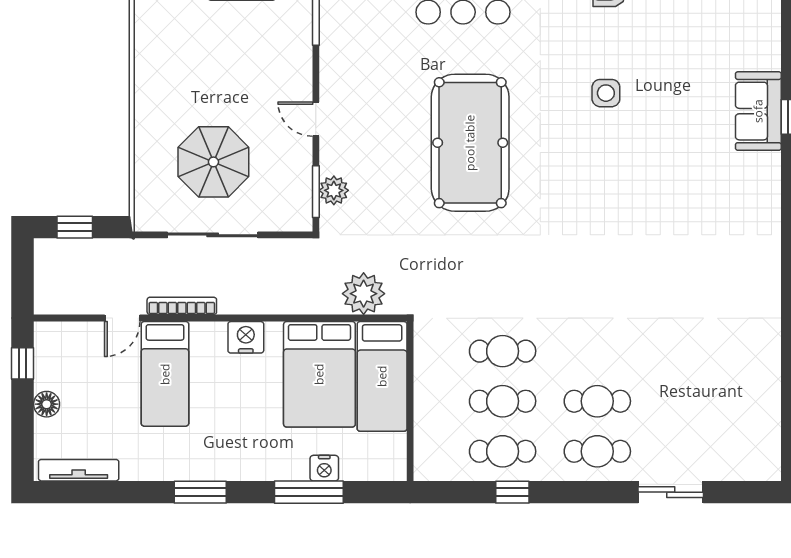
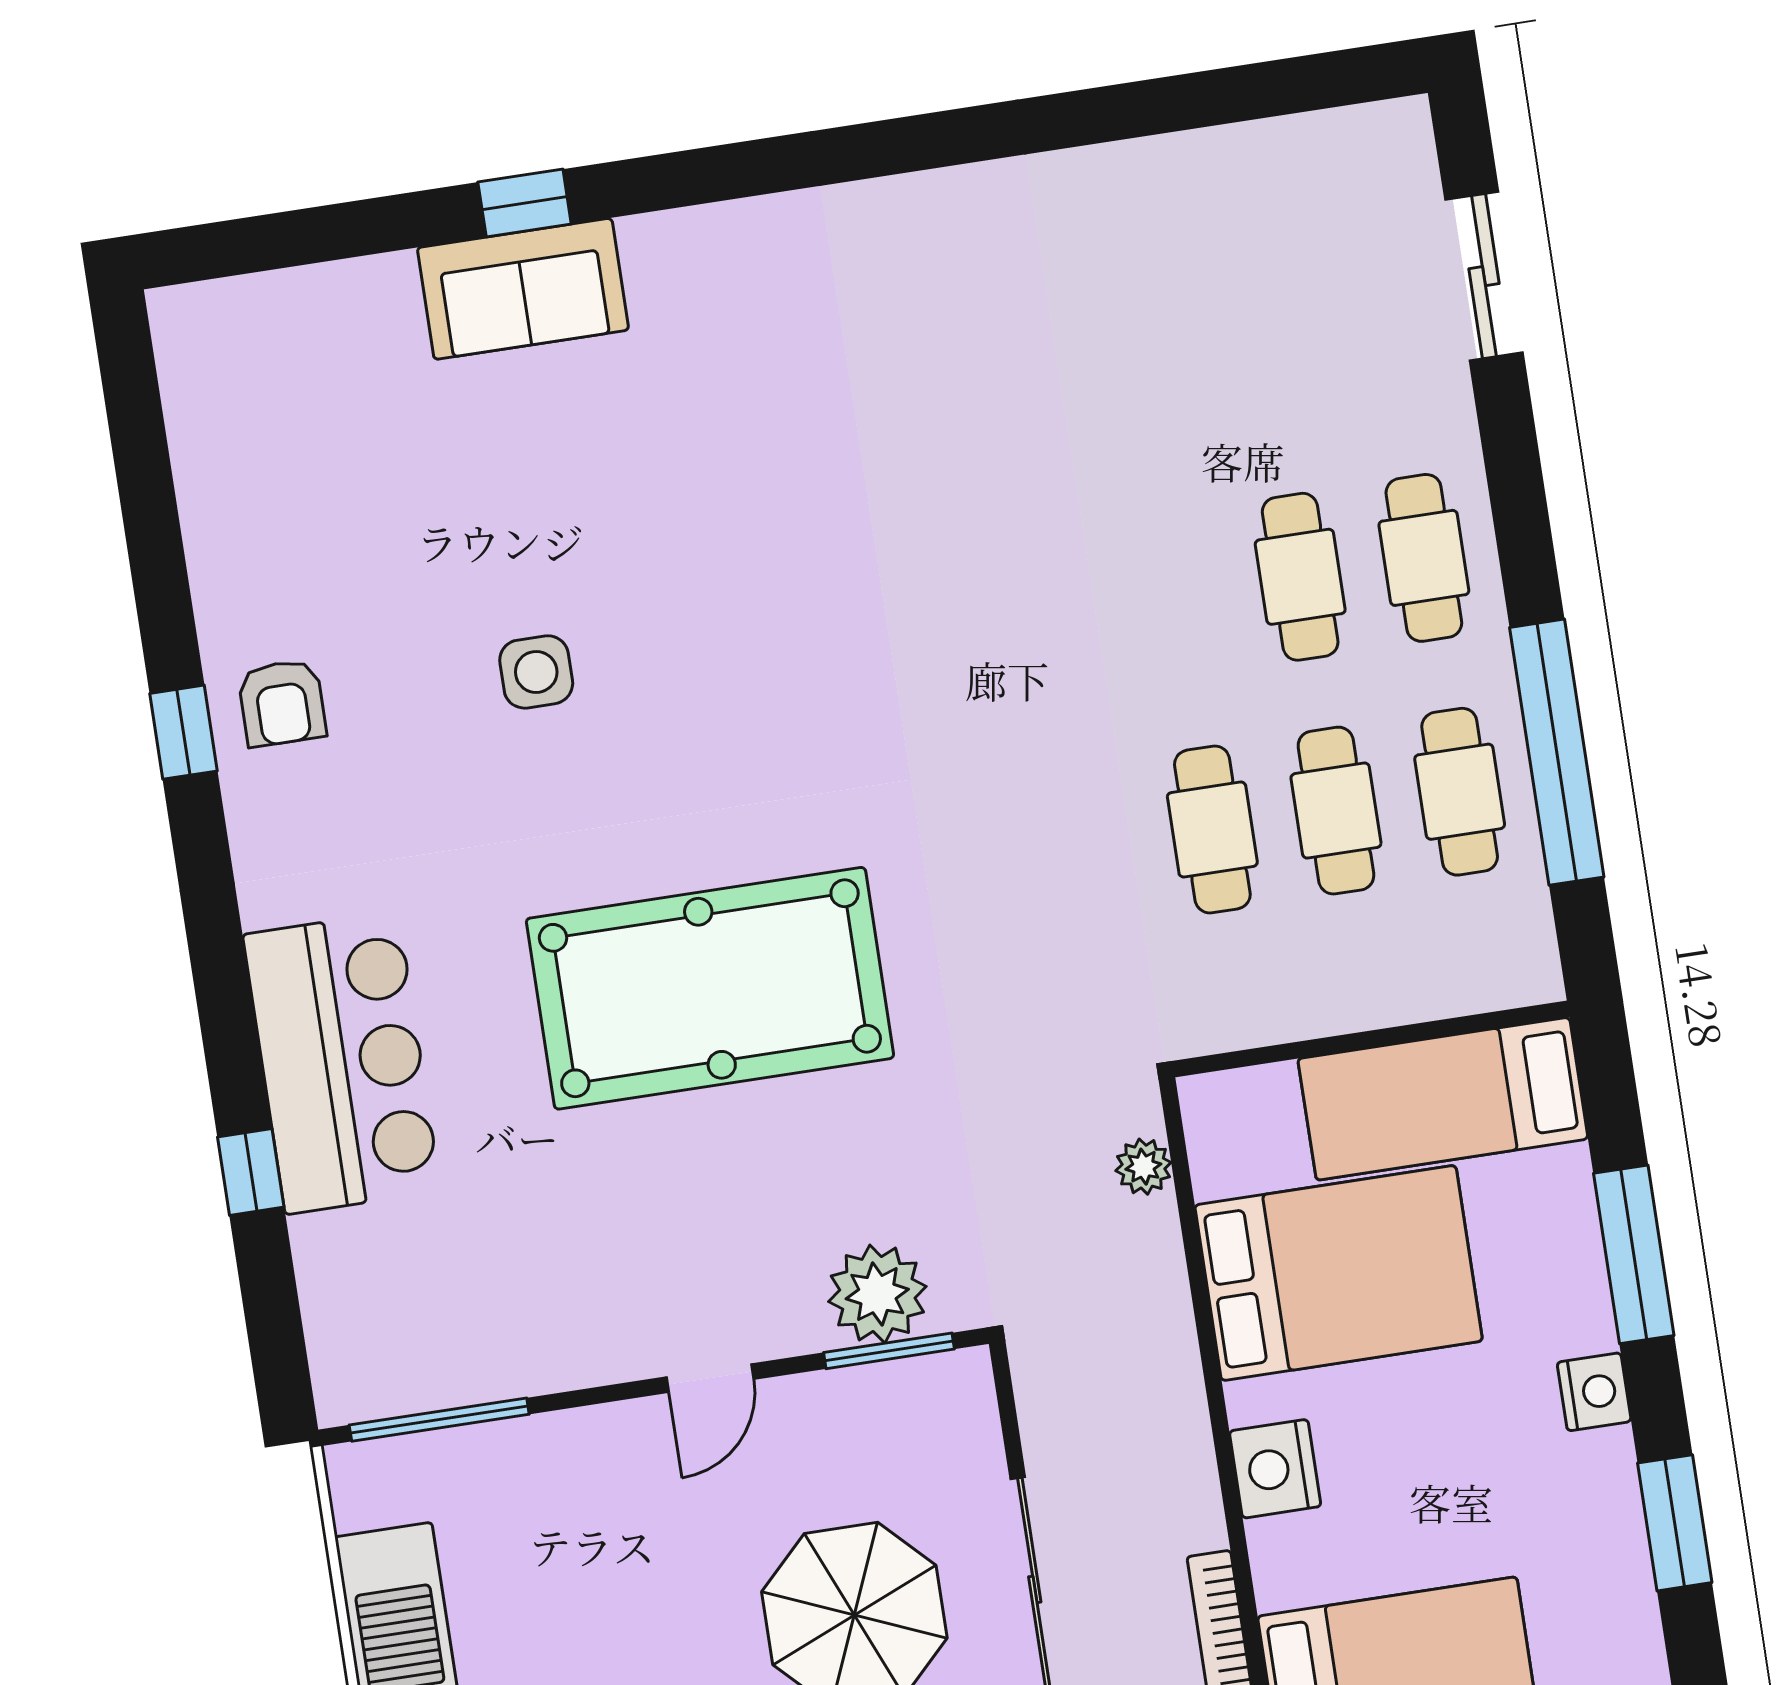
plant: (334, 190) -> (877, 1294), width x1.36, depth x1.36
plant: (364, 294) -> (1143, 1167), width x0.53, depth x0.53
bed: (382, 376) -> (1443, 1099), moved, turned 180
nightstand: (324, 468) -> (1594, 1392), moved
window: (512, 492) -> (1557, 752), width x3.17
sliding door: (671, 492) -> (1484, 276), moved

